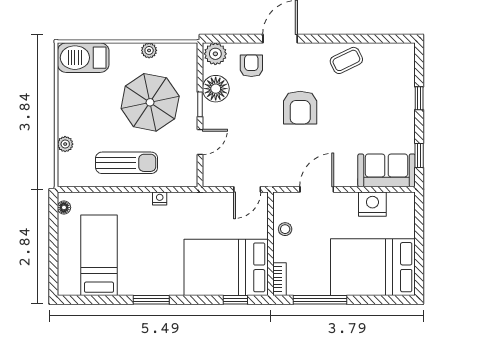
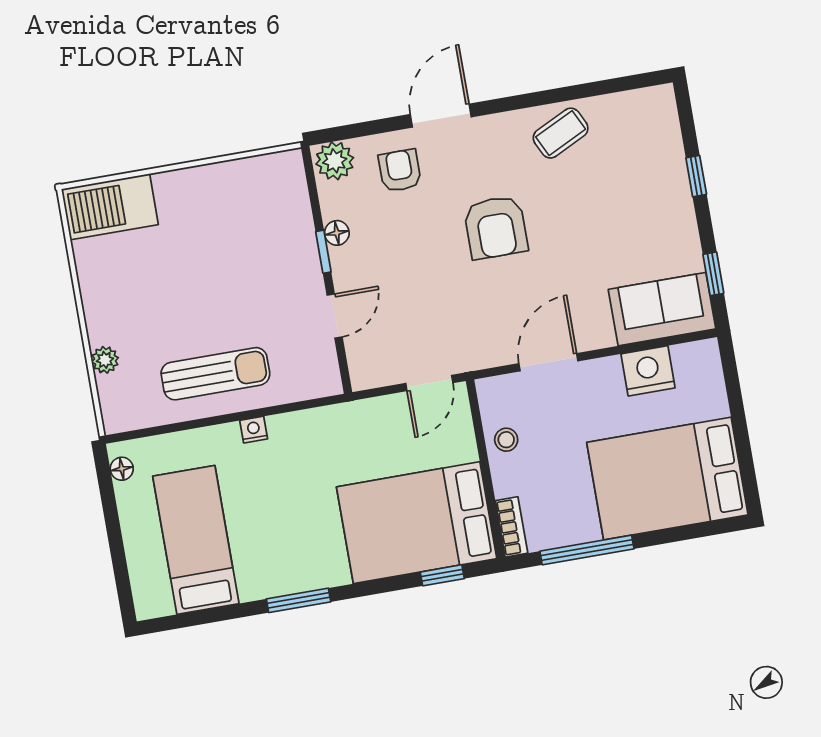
plant: (149, 50) -> (220, 175), removed
floor lamp: (216, 89) -> (337, 233), width x0.53, depth x0.53
parasol: (150, 102) -> (237, 263), removed
nightstand: (160, 198) -> (254, 430), moved

